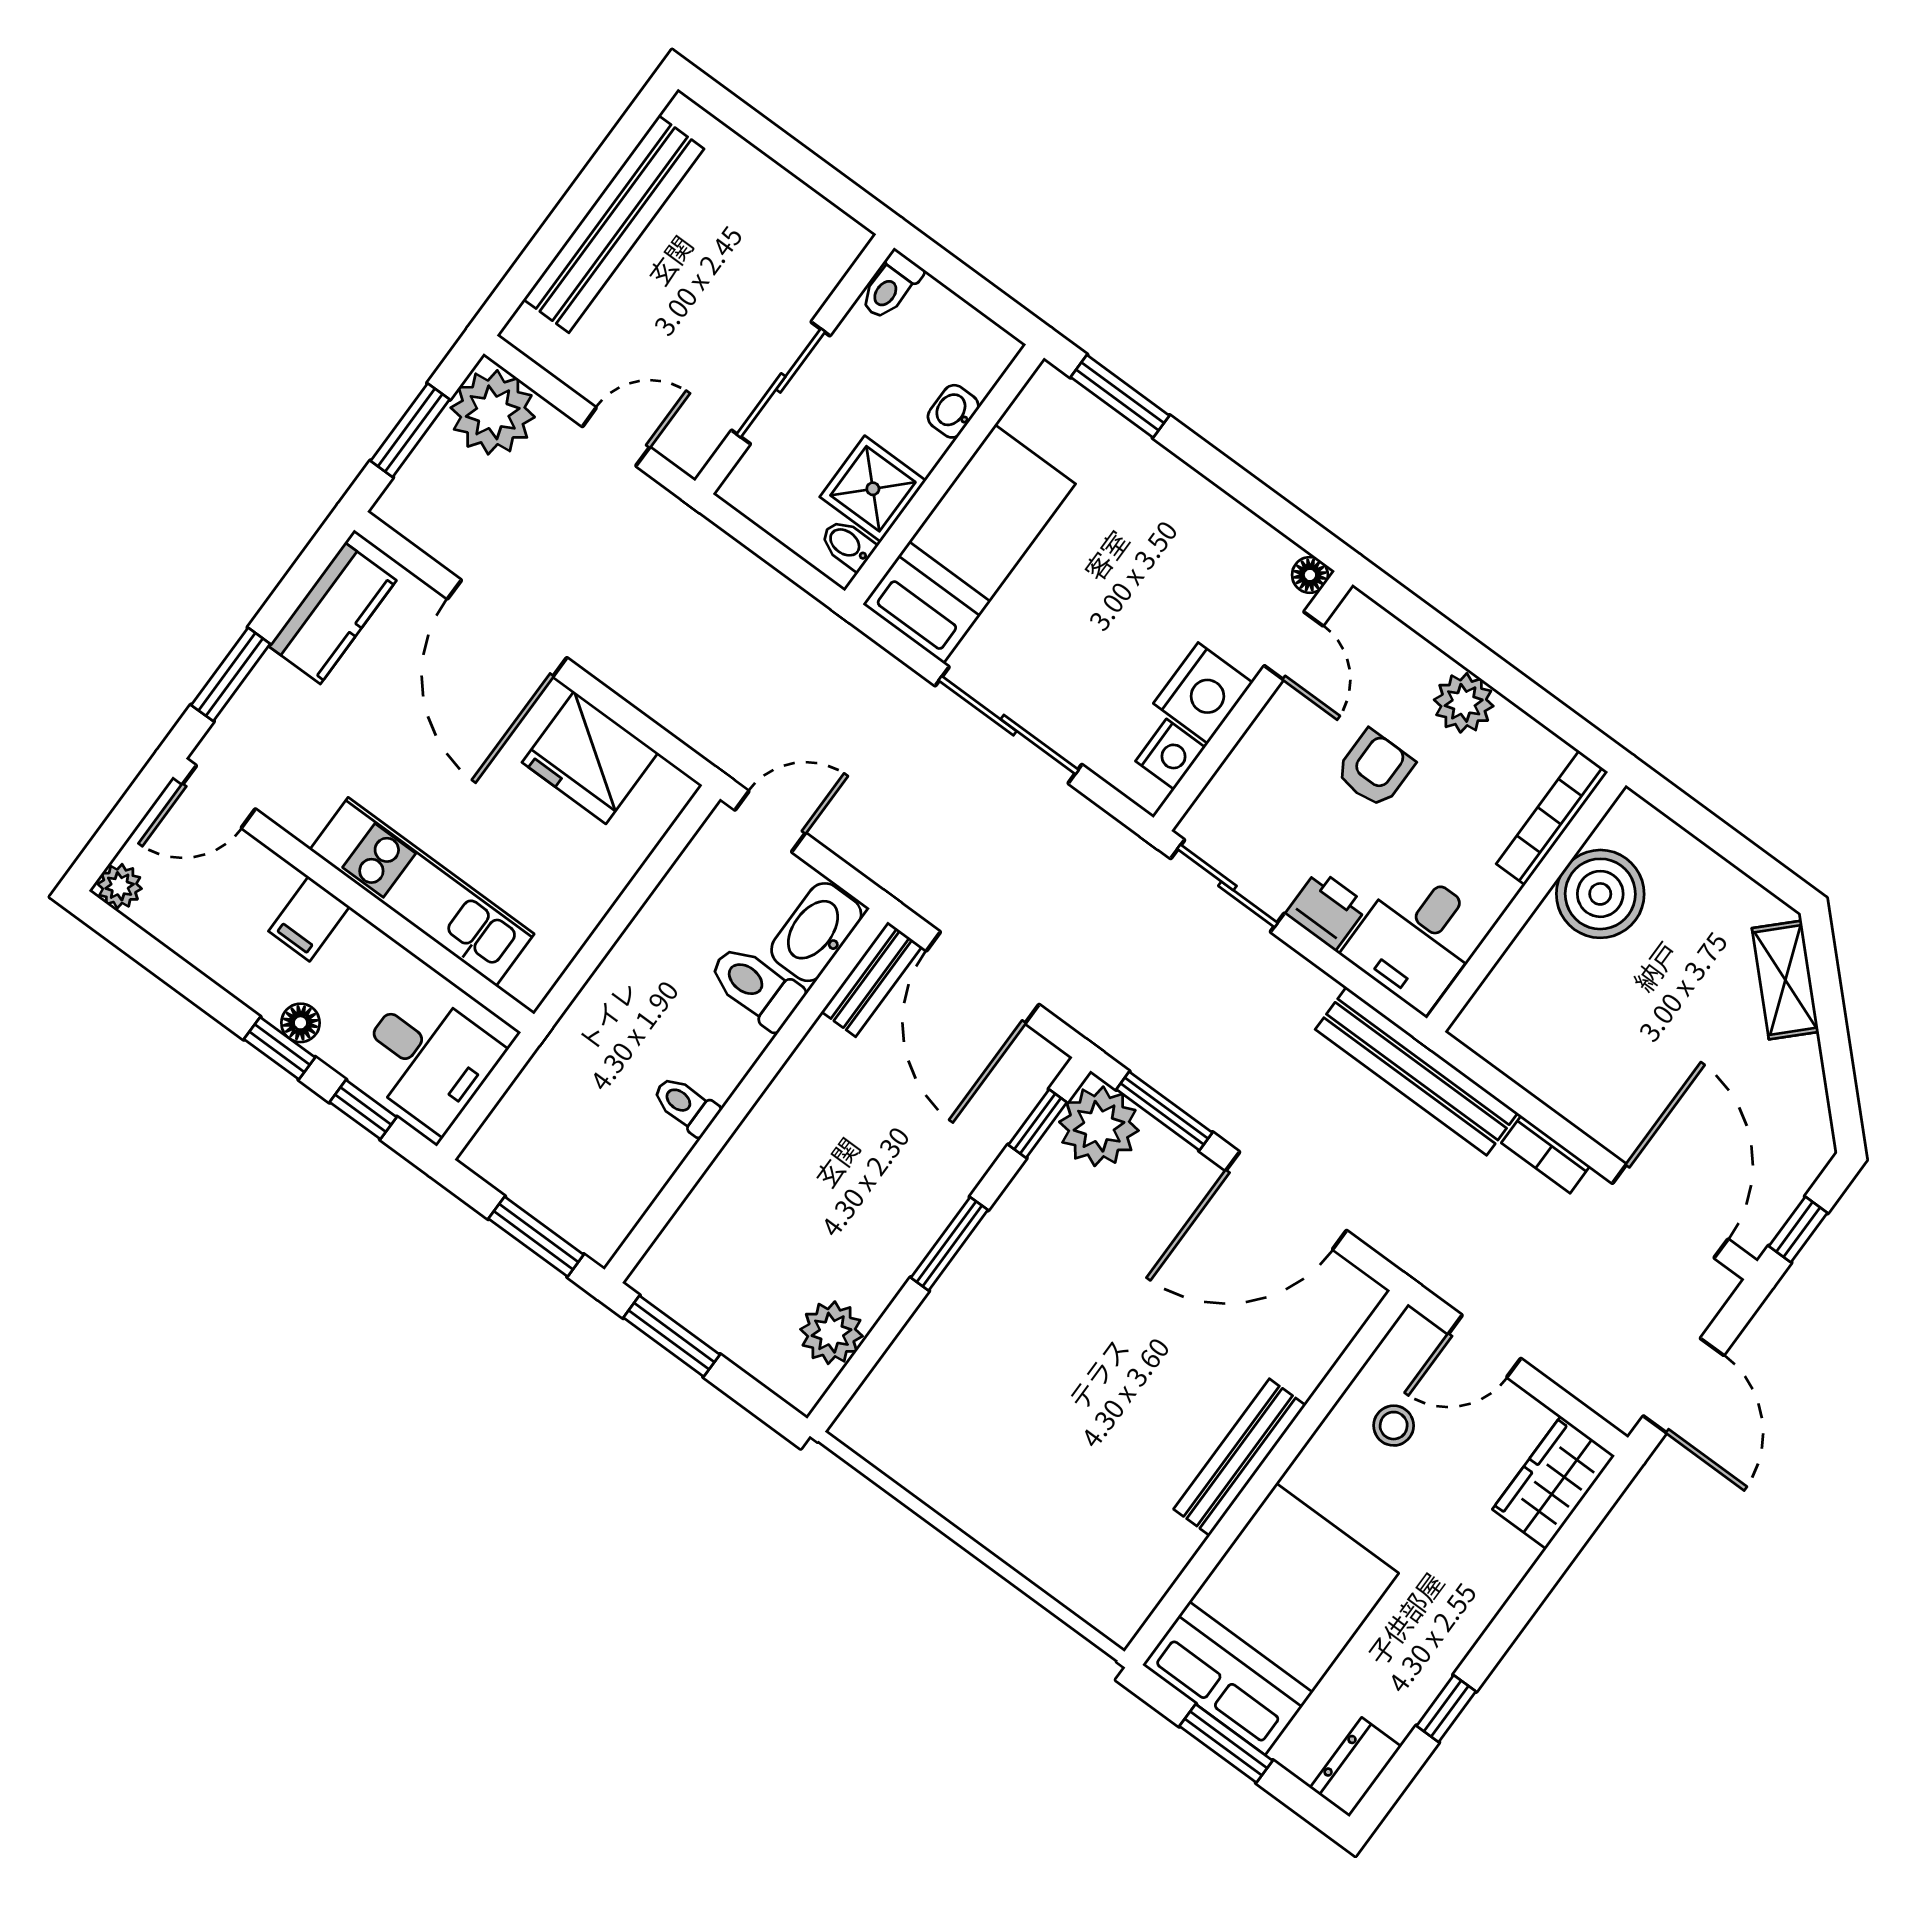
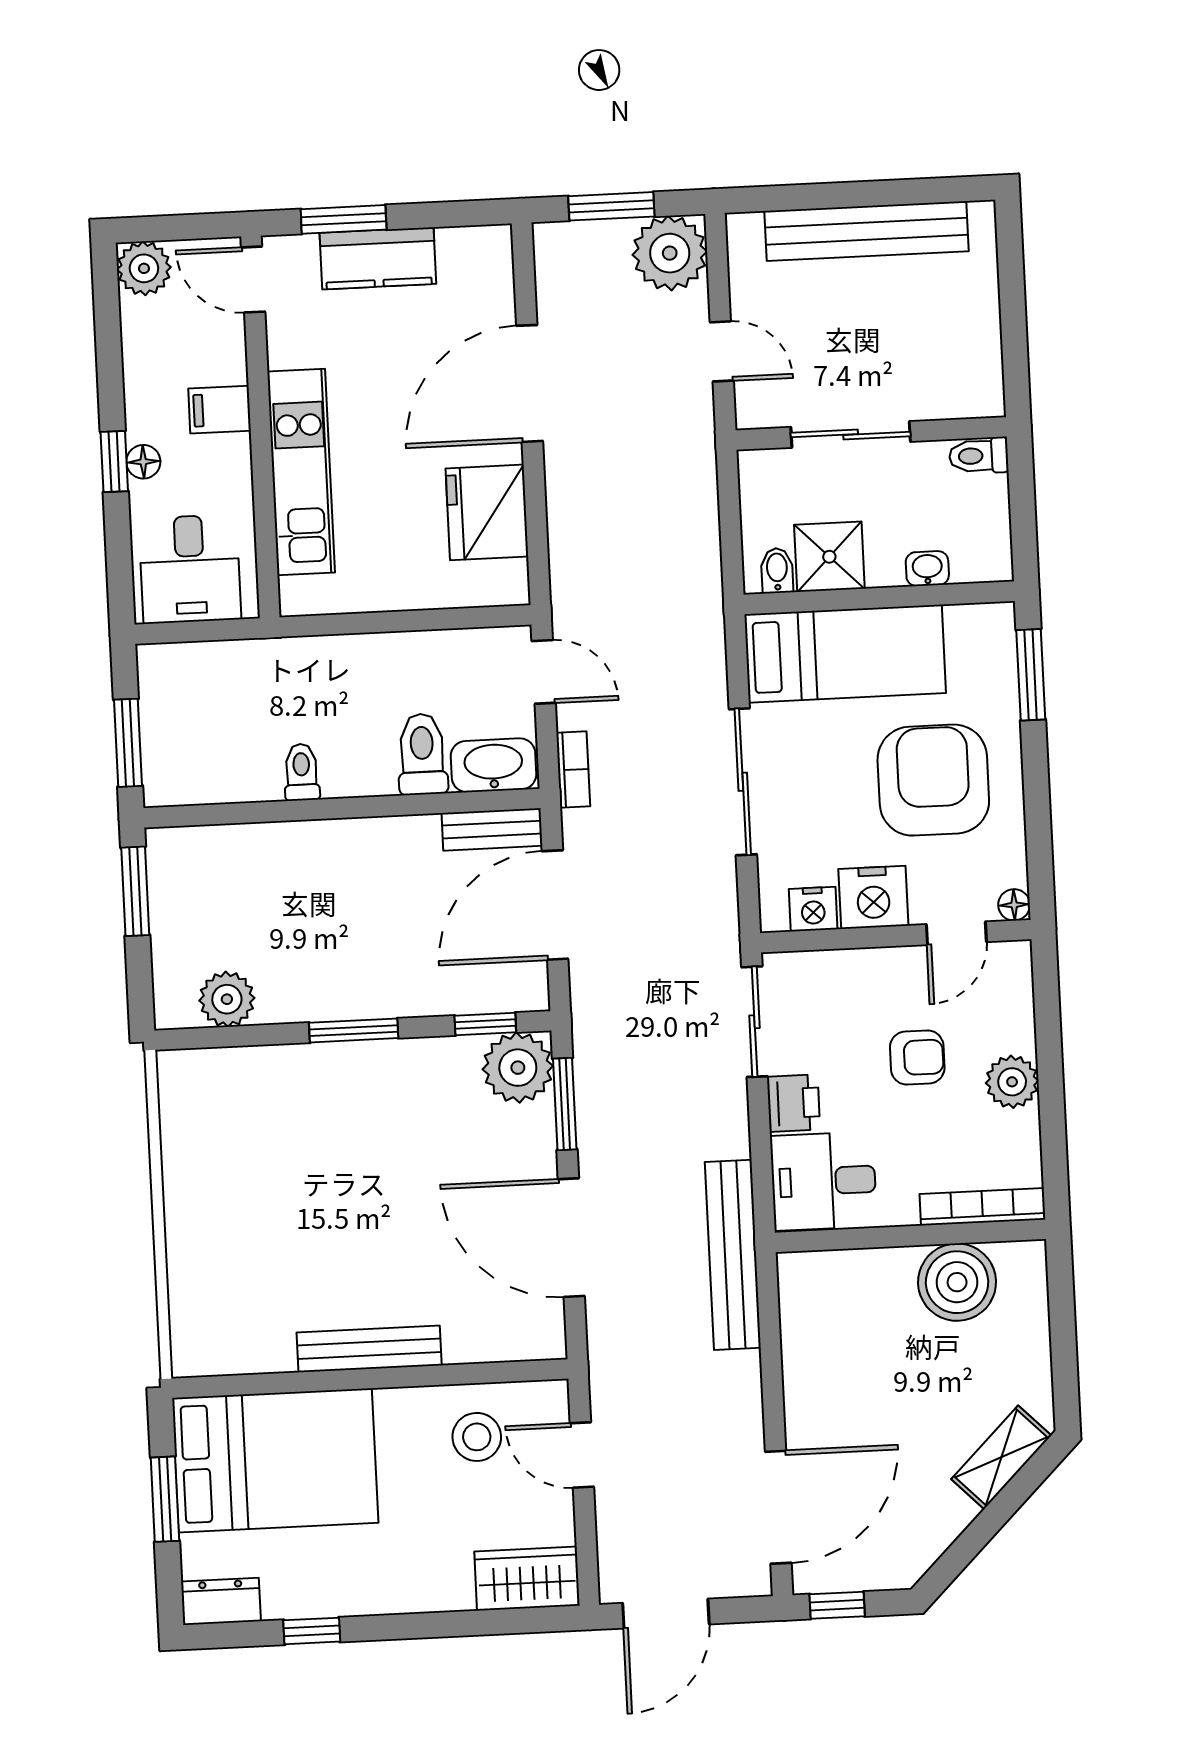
armchair: (1143, 557) -> (933, 780), added
kitchen counter: (333, 613) -> (378, 258), moved
plant: (120, 886) -> (144, 268), width x1.38, depth x1.38
window: (363, 1110) -> (119, 553), removed
bookcase: (1546, 1154) -> (573, 770), moved, turned 180
stool: (1394, 1426) -> (477, 1437), width x1.37, depth x1.37

